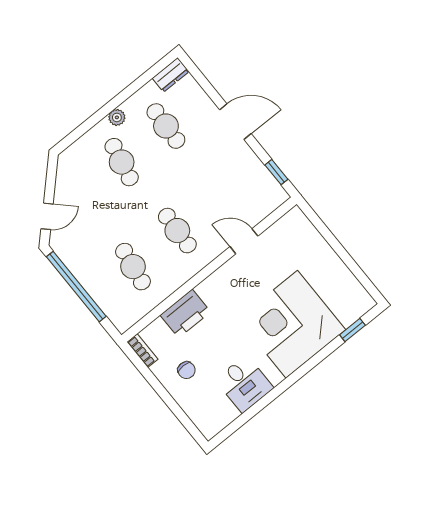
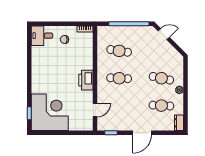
door: (47, 216) -> (164, 34), swing flipped
door: (244, 241) -> (95, 110), moved
printer: (185, 314) -> (86, 80), moved
corner desk: (292, 324) -> (50, 112), moved
desk: (244, 384) -> (42, 36), moved

